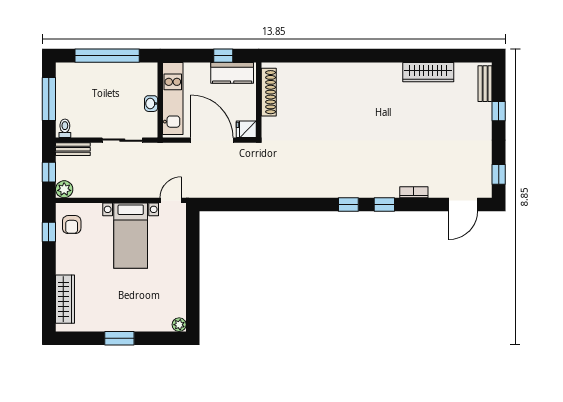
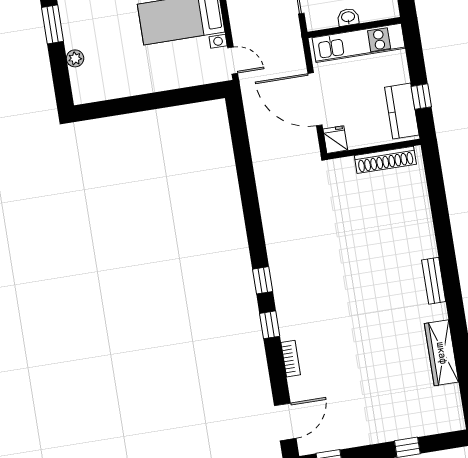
bench: (485, 84) -> (434, 281), moved, turned 90
door: (212, 140) -> (315, 99), swing flipped
door: (463, 204) -> (285, 422), swing flipped
plant: (179, 325) -> (75, 58), moved

